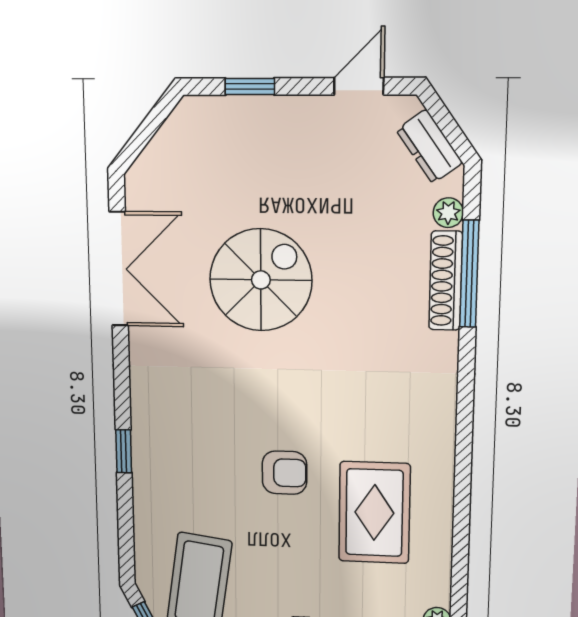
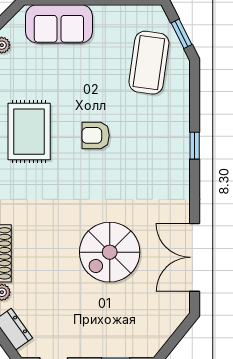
rug: (374, 513) -> (29, 132), moved

